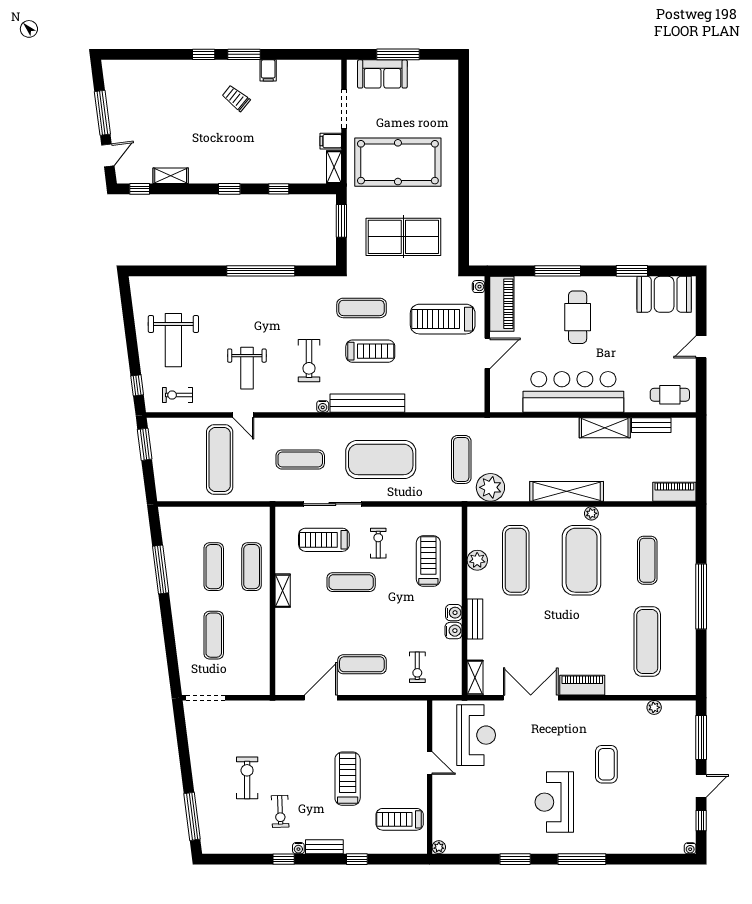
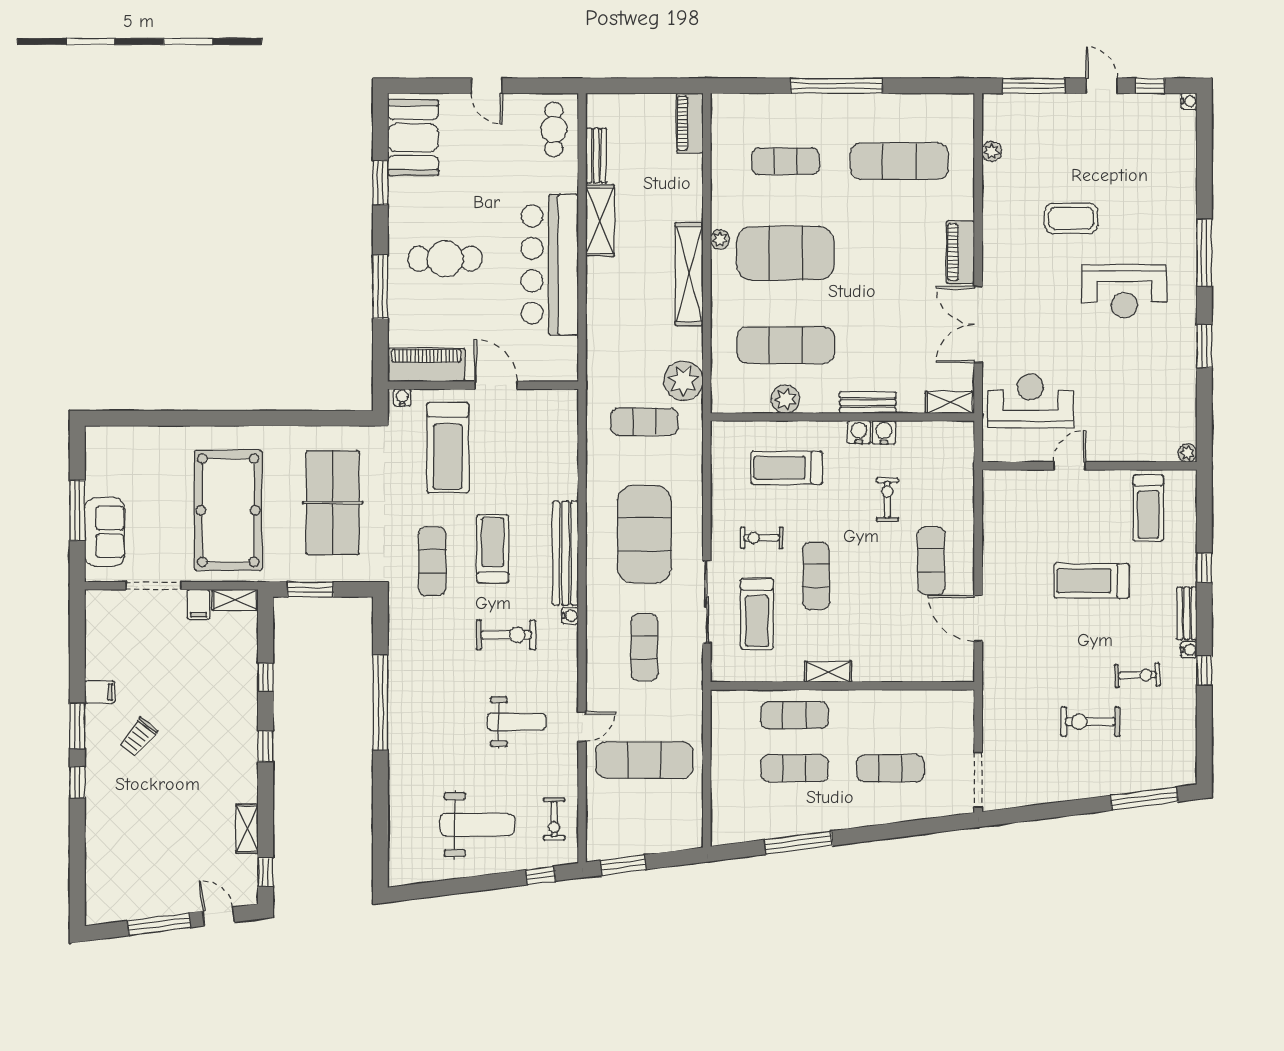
exercise bike: (417, 667) -> (887, 500), moved, turned -90

